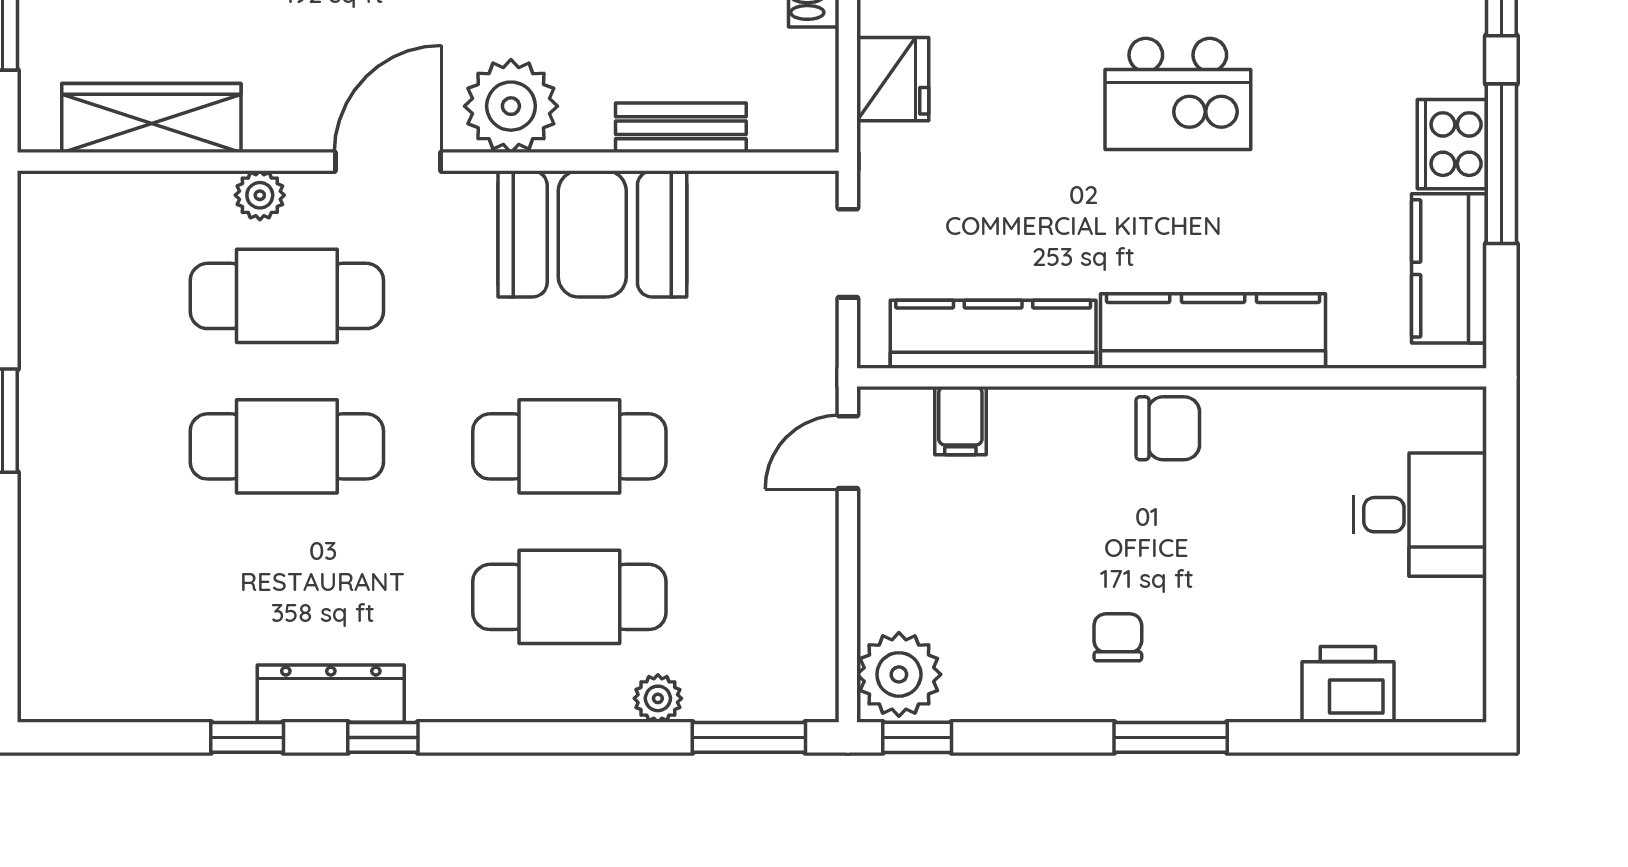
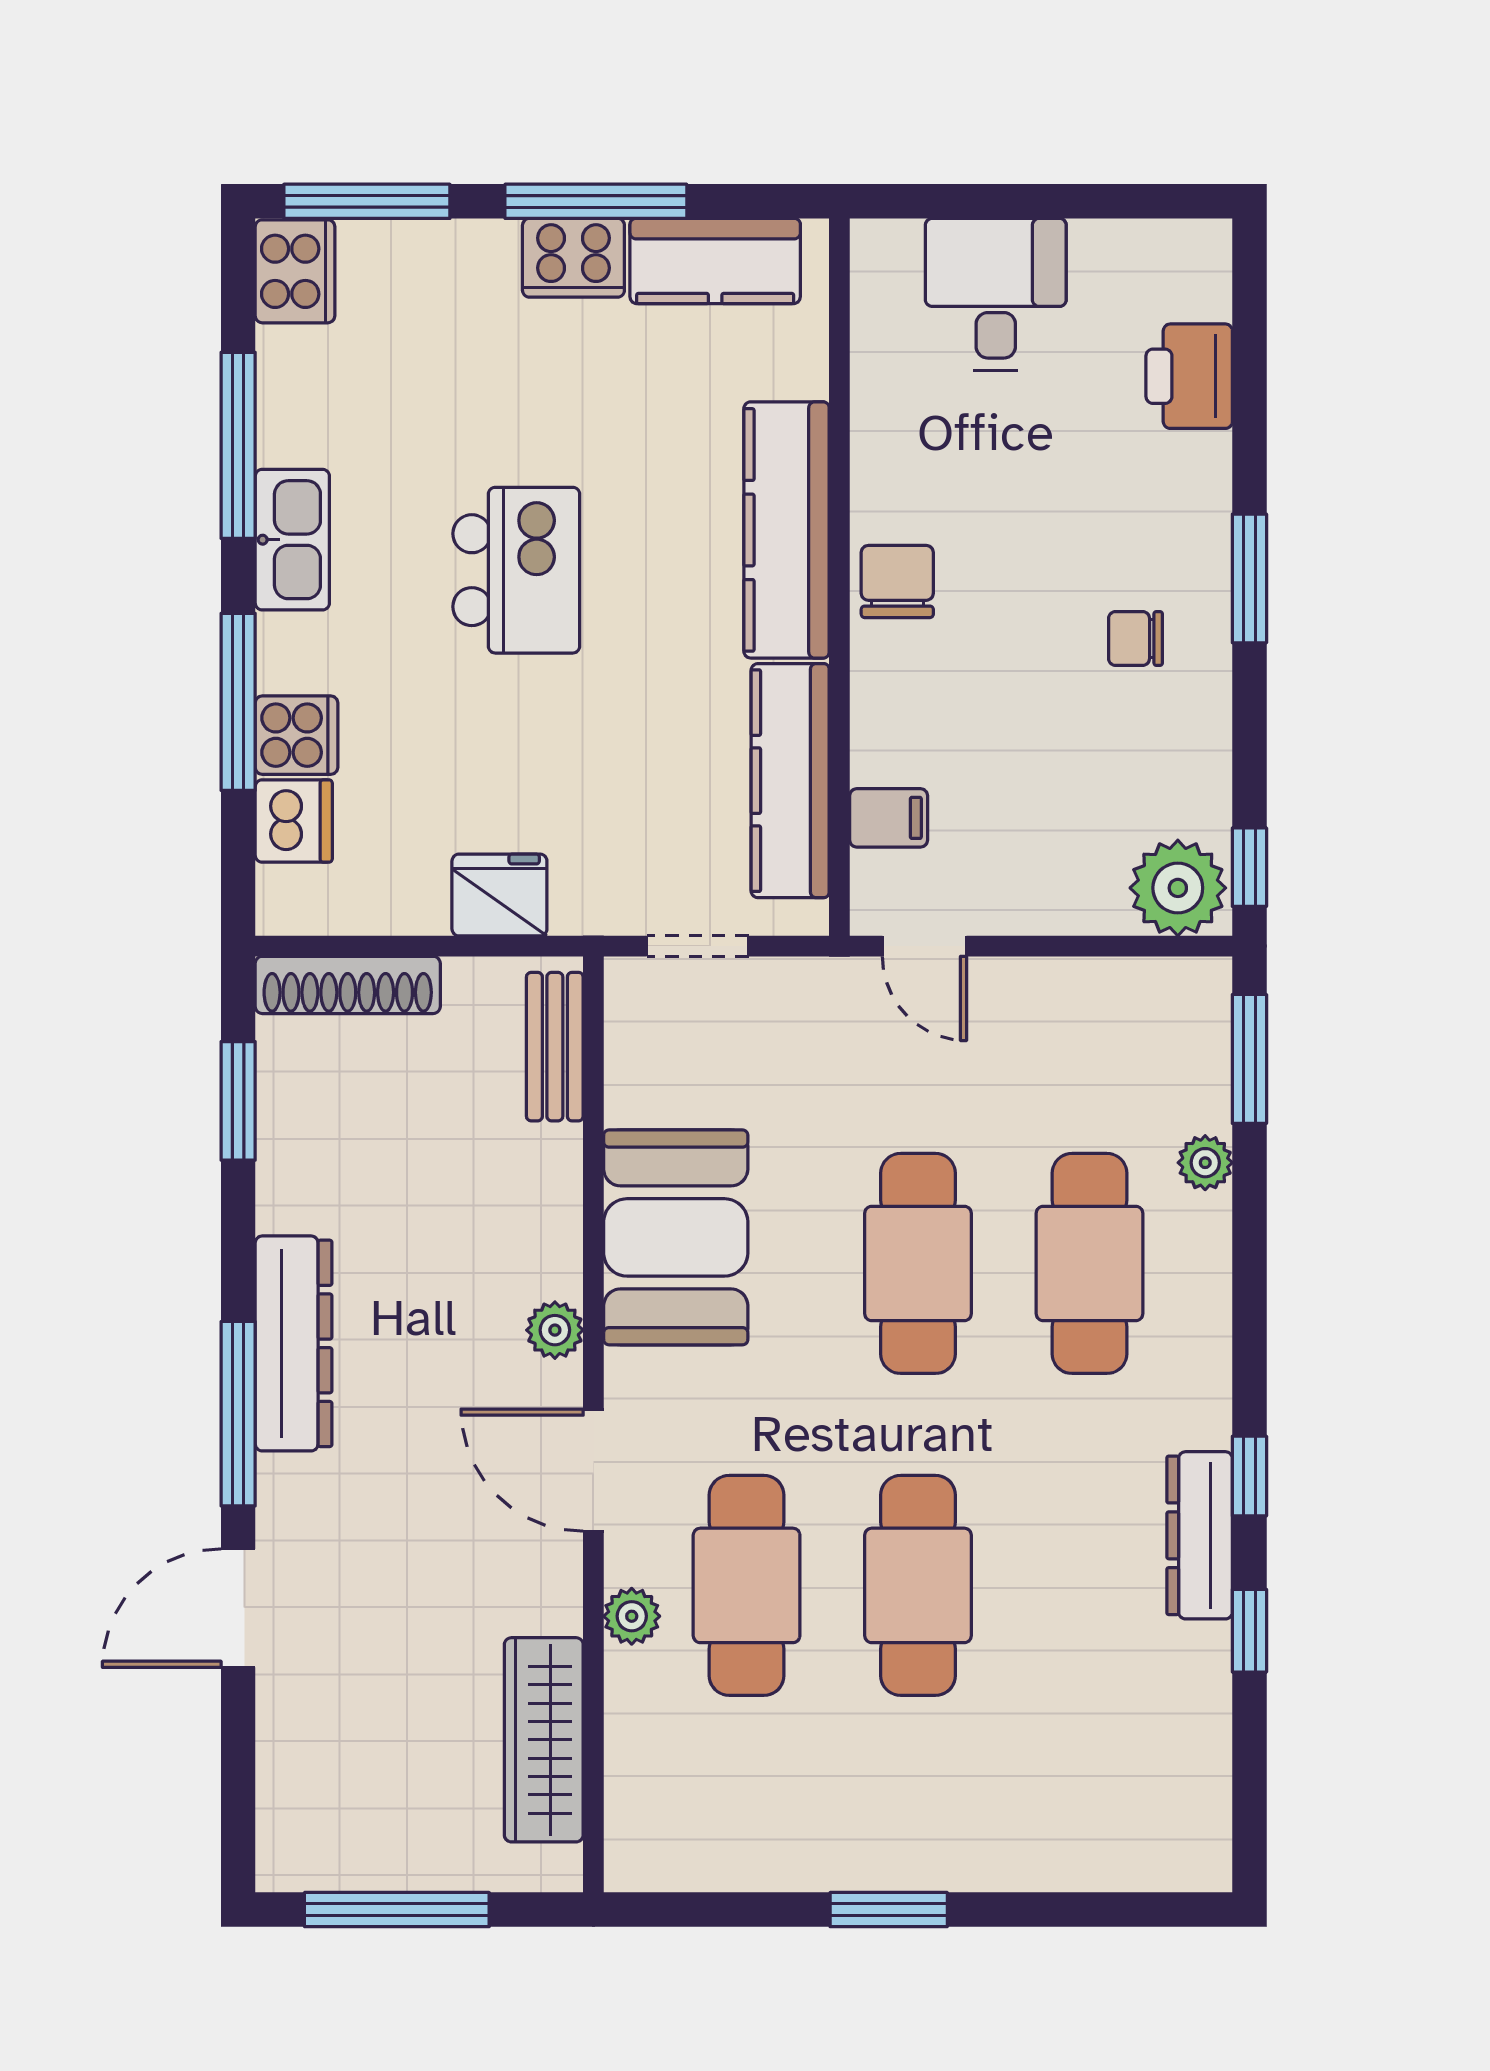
plant: (511, 106) -> (555, 1330), width x0.53, depth x0.53
bench: (681, 128) -> (555, 1047), moved

